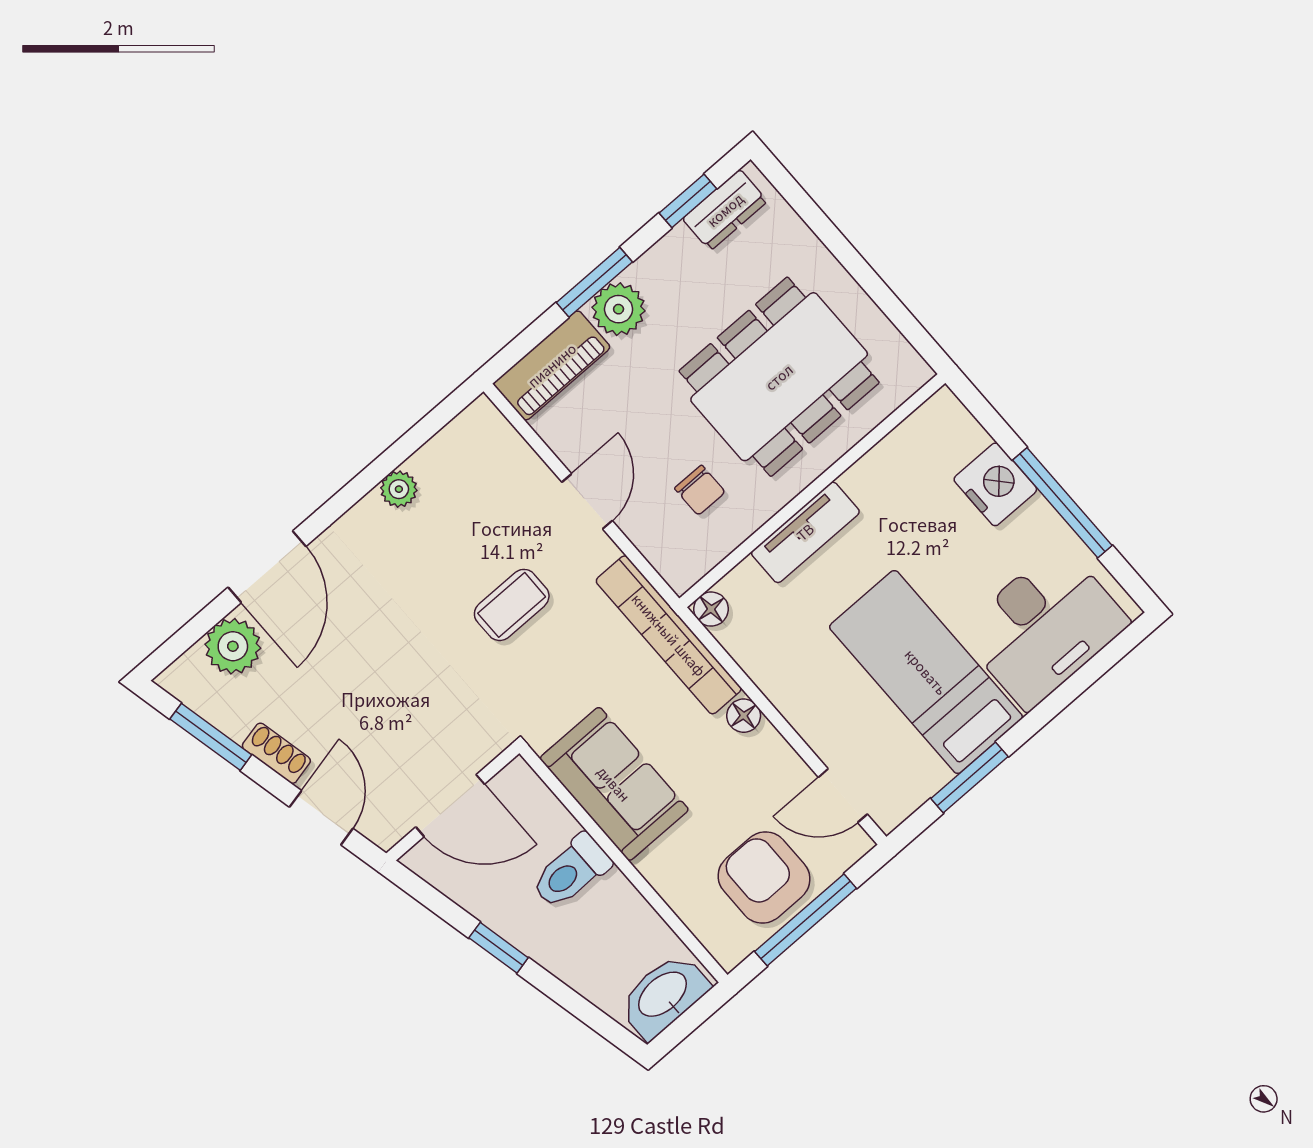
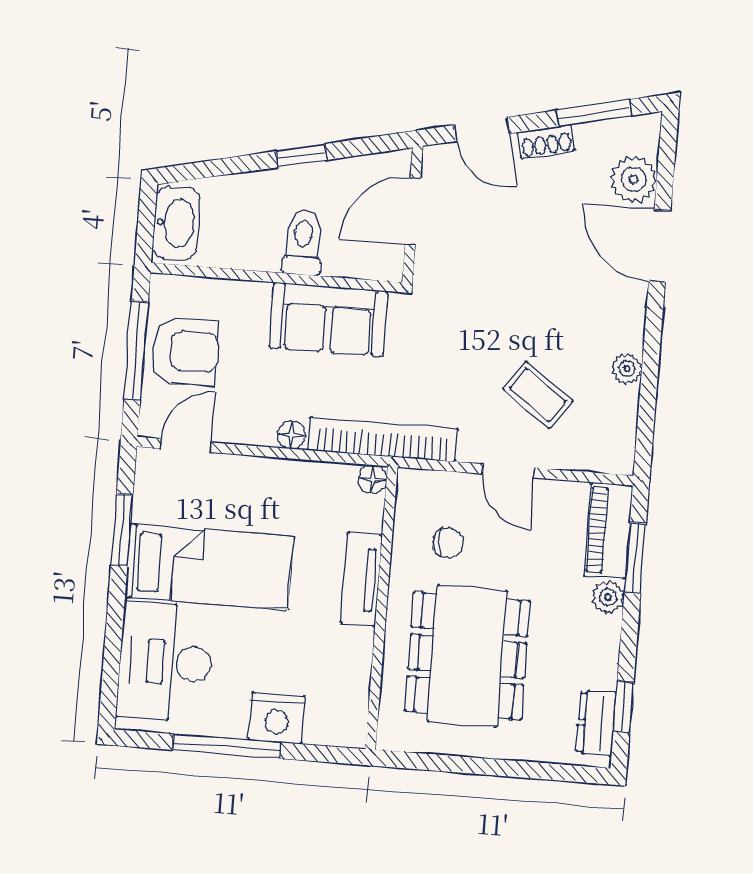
window: (594, 282) -> (635, 558), moved
plant: (619, 309) -> (608, 597), width x0.73, depth x0.73
chair: (700, 490) -> (448, 543), turned 180
coffee table: (512, 605) -> (538, 395), moved, turned -54

